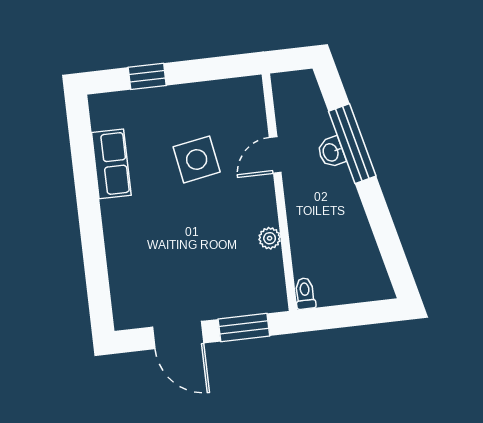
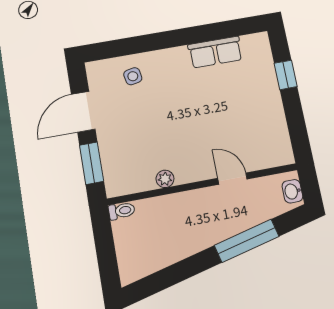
washbasin: (331, 152) -> (292, 191), moved, turned -76
side table: (197, 159) -> (133, 76), moved, width x0.54, depth x0.54

